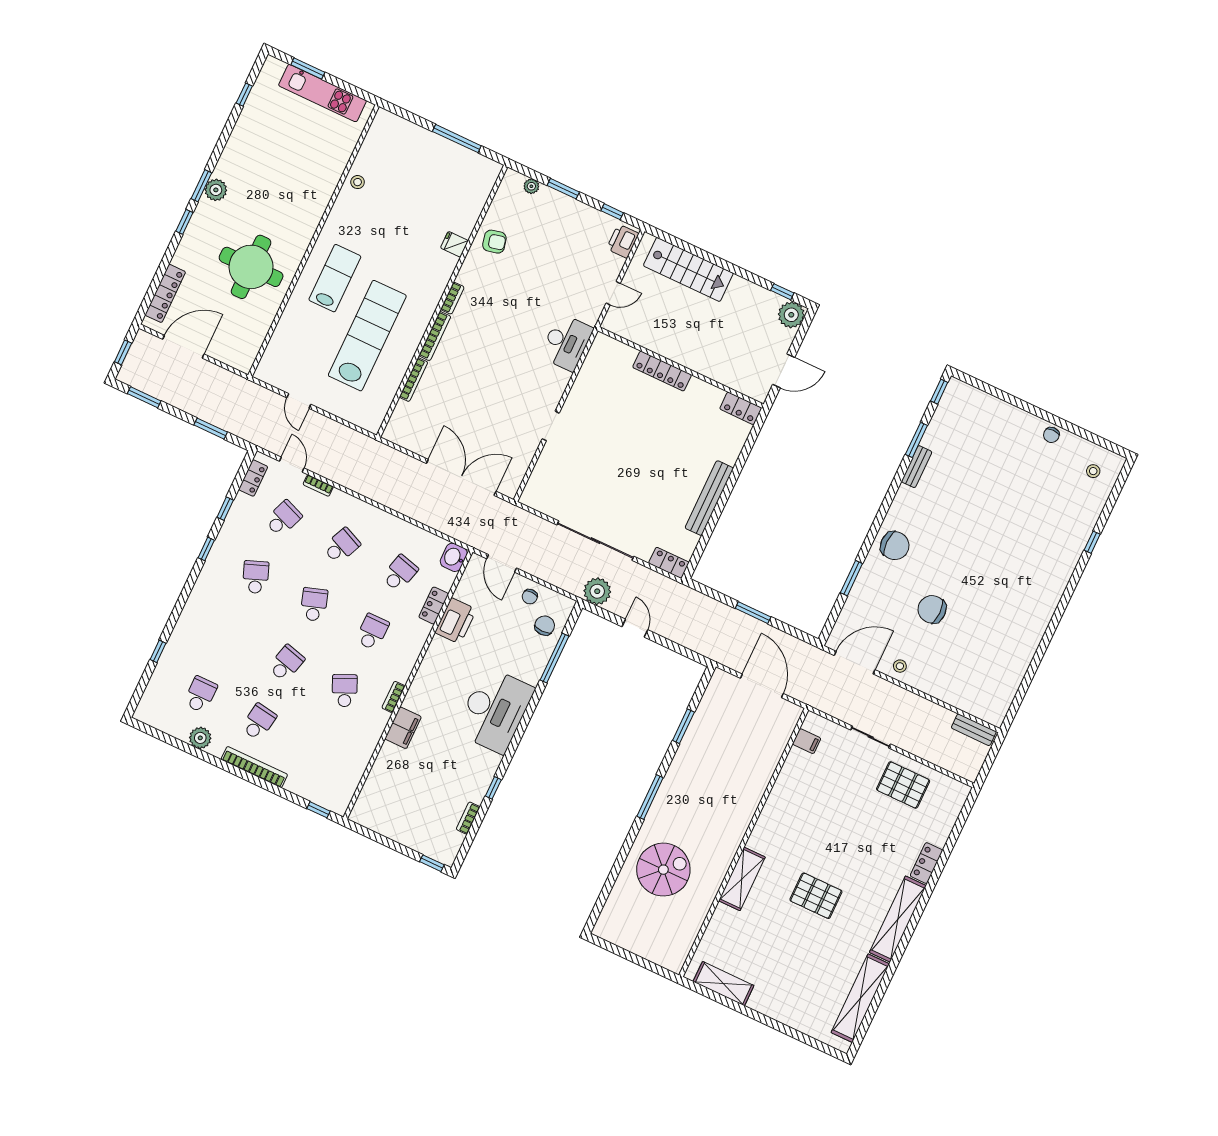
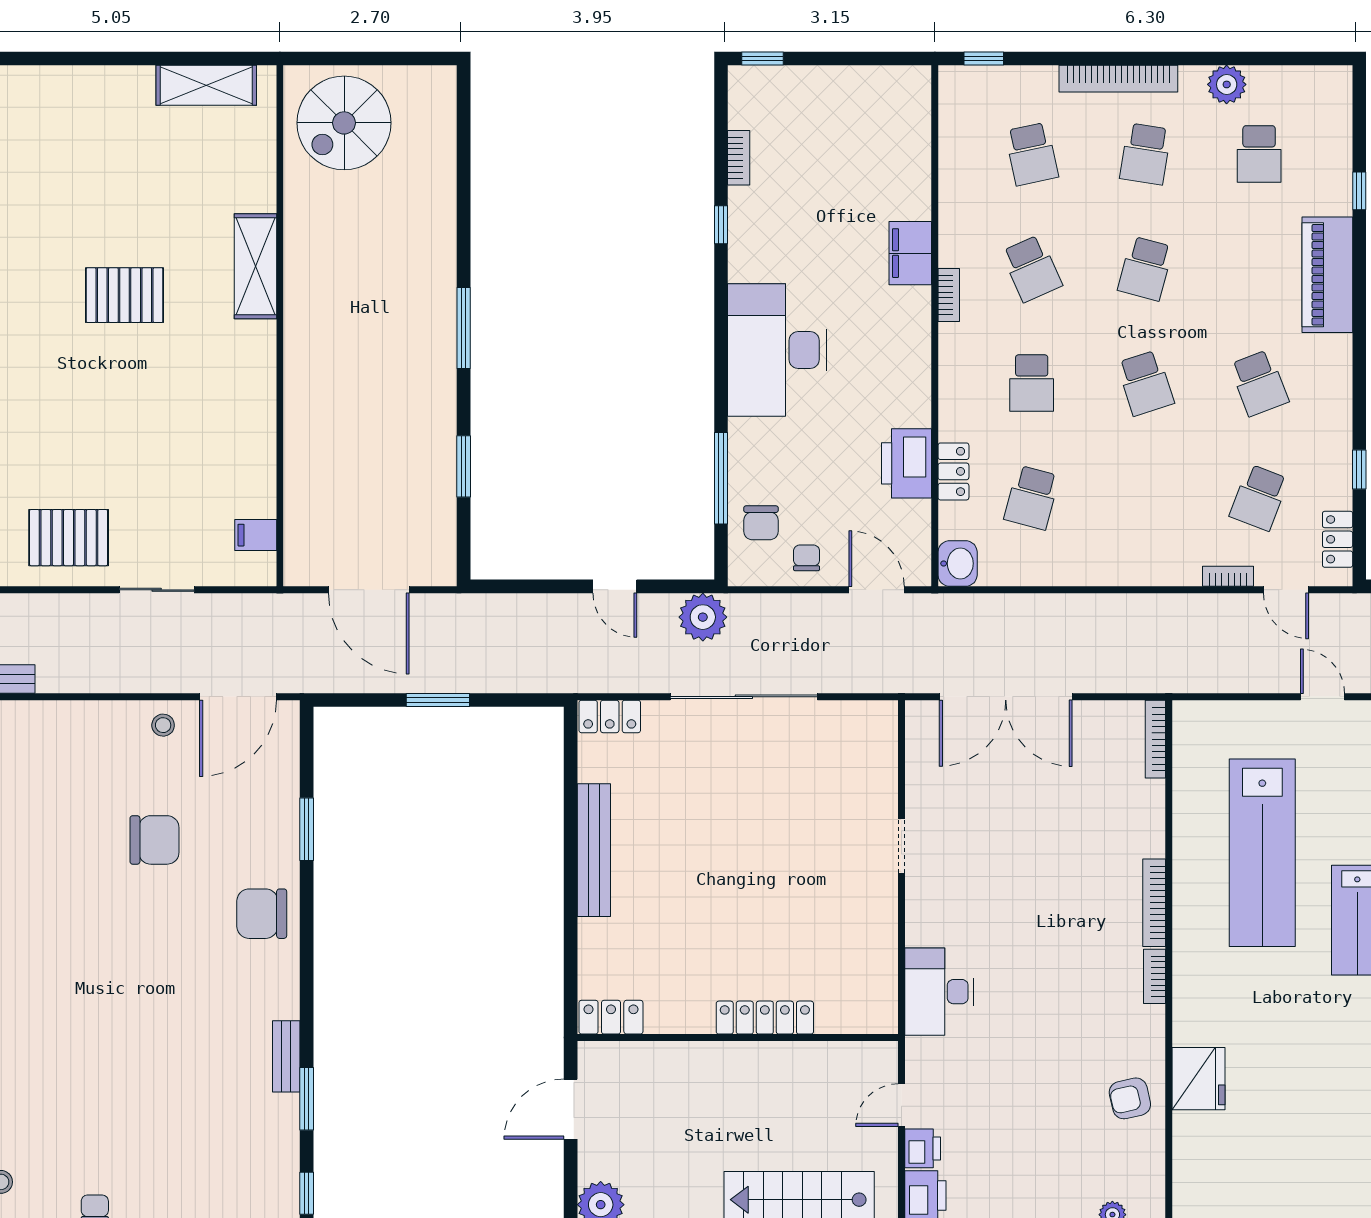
fridge: (454, 244) -> (1199, 1079), width x1.88, depth x1.34
printer: (613, 266) -> (923, 1148), added
bookcase: (413, 380) -> (1155, 739), moved
school desk: (342, 546) -> (1032, 154), moved, turned -36
window: (206, 549) -> (1359, 391), removed
piano: (195, 616) -> (1327, 275), added
spiral stairs: (663, 870) -> (344, 123), moved

